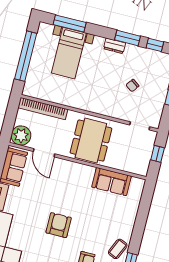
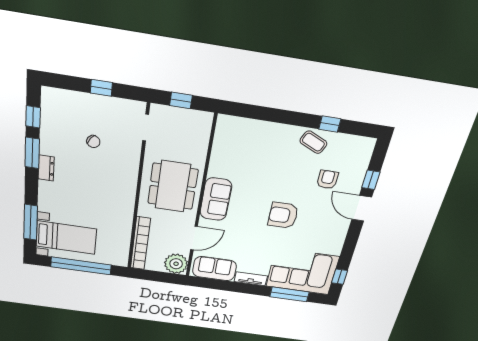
bed with nightstands: (69, 53) -> (66, 238), moved
dining table: (91, 141) -> (173, 186), turned 90
sofa: (111, 182) -> (216, 199), moved

